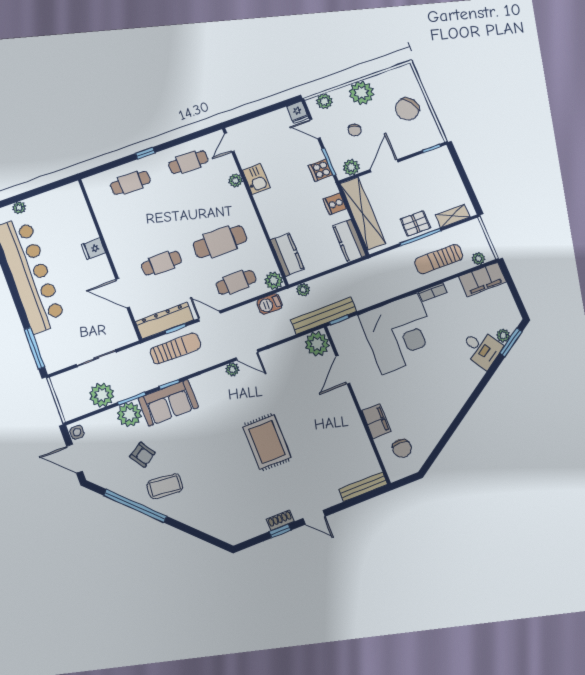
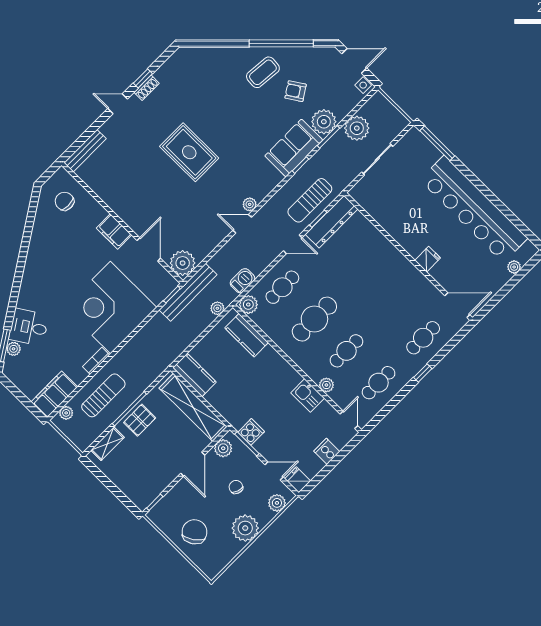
cooker: (335, 204) -> (327, 451), moved, turned -90
cafe table: (161, 263) -> (346, 351), moved
door: (123, 293) -> (457, 305), moved
filing cabinet: (376, 421) -> (114, 232), moved

